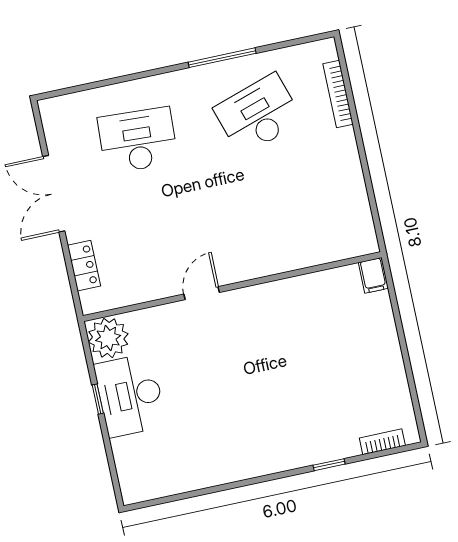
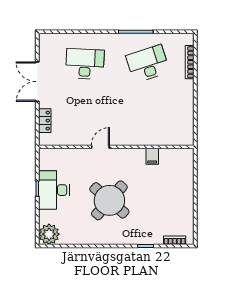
filing cabinet: (373, 275) -> (152, 156), moved
plant: (108, 338) -> (49, 234), moved
round table: (241, 392) -> (109, 200), added

